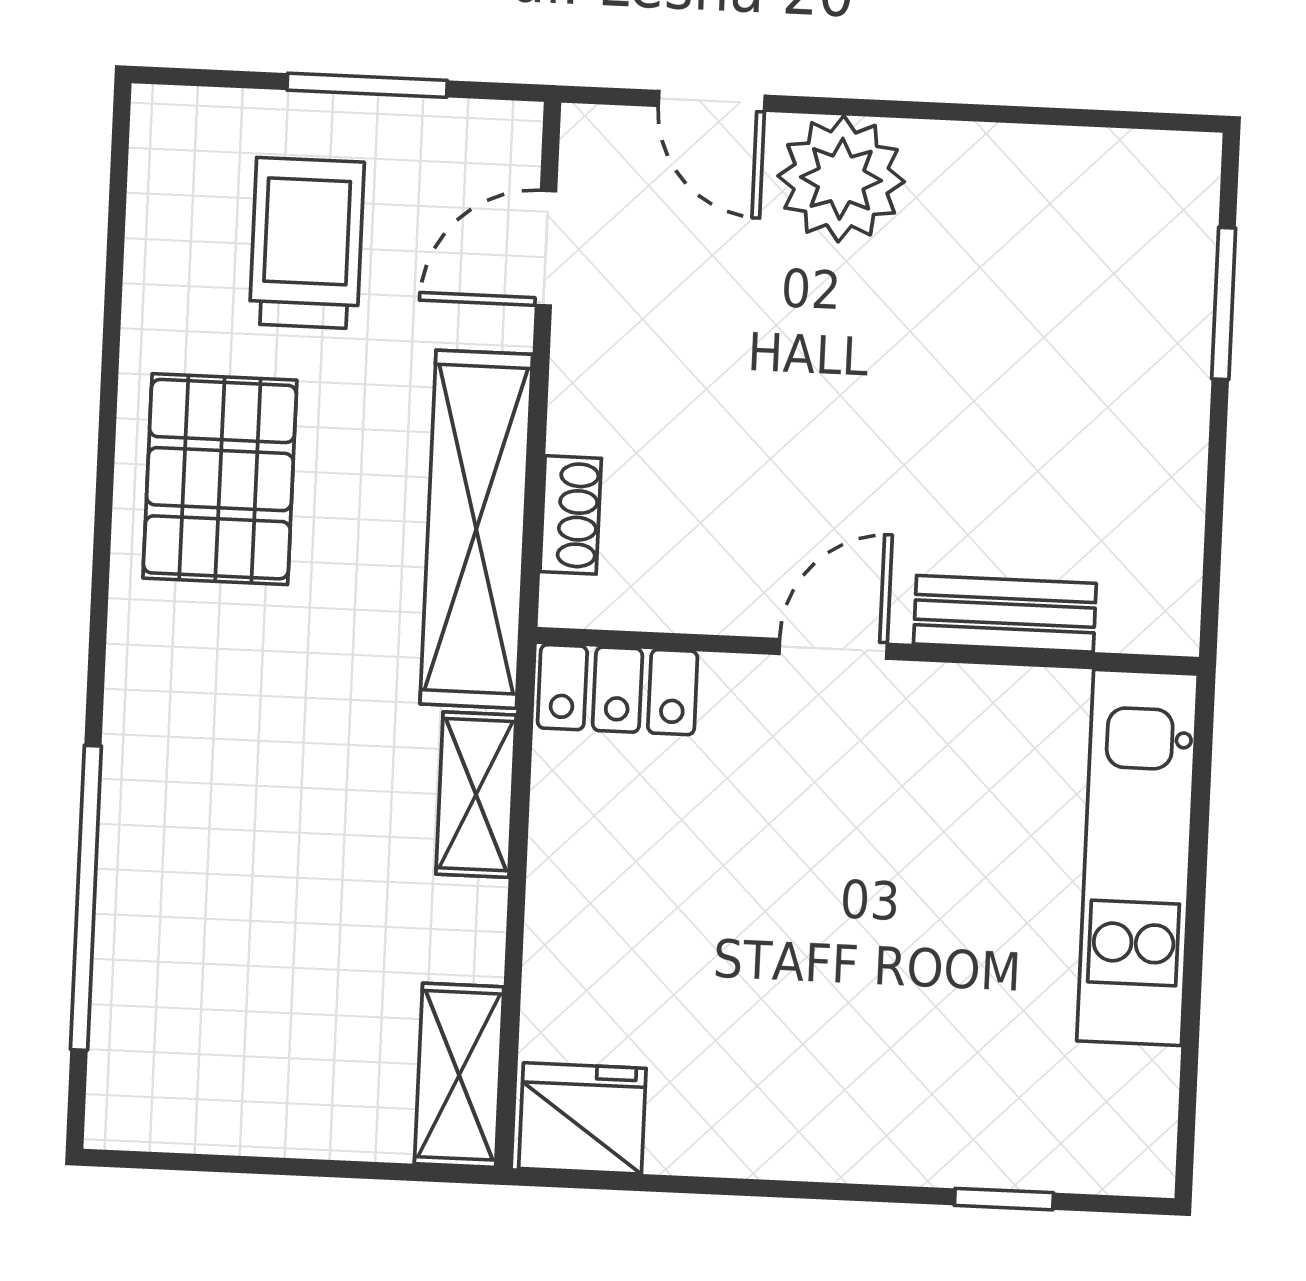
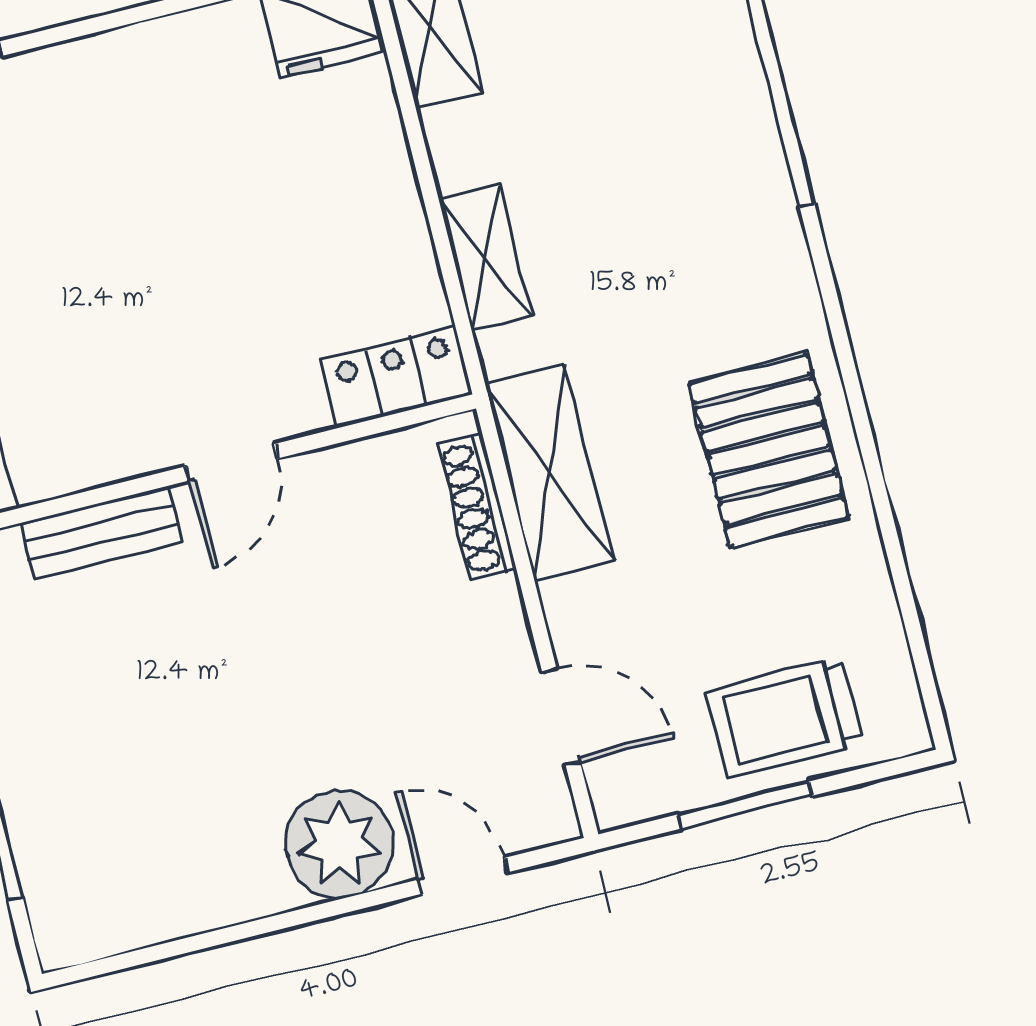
trolley: (307, 243) -> (785, 717), moved, turned 90
door: (546, 248) -> (561, 717), hinge flipped
shoe rack: (571, 515) -> (476, 507), width x1.43
shelving: (476, 529) -> (549, 473), width x0.68

